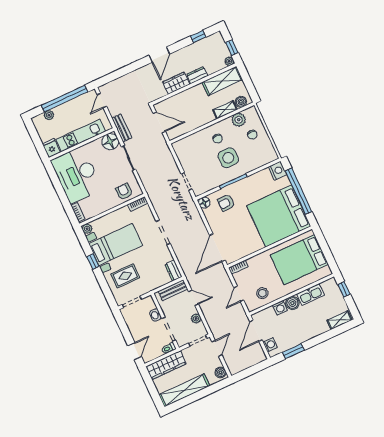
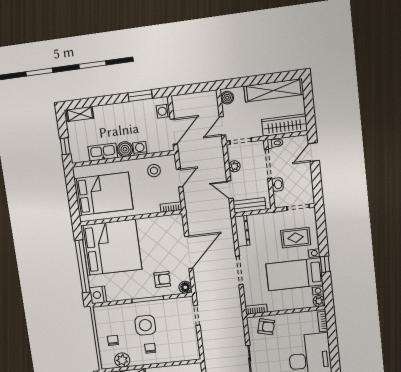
armchair: (124, 192) -> (266, 327), turned -75
door: (217, 248) -> (189, 252), moved
dresser: (173, 271) -> (242, 231), width x1.44

